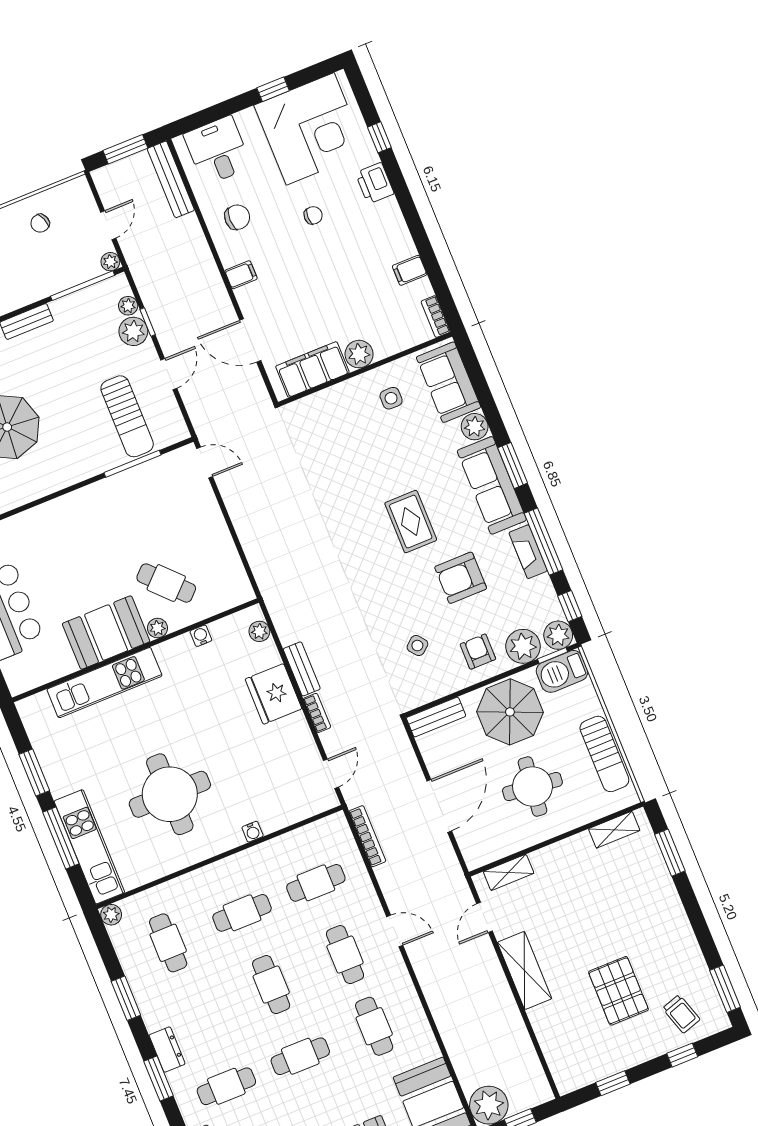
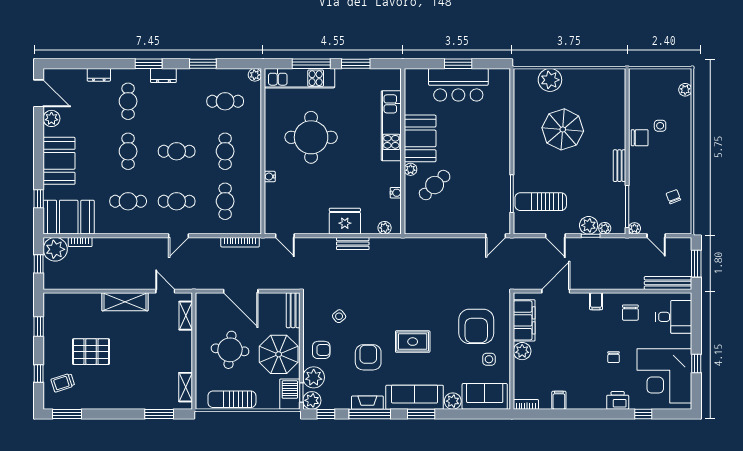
armchair: (350, 437) -> (476, 326), added
bookcase: (317, 713) -> (80, 242), moved

